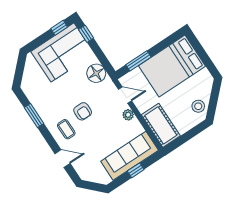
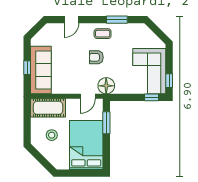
floor lamp: (96, 73) -> (106, 86), moved
stool: (198, 106) -> (52, 135), moved
plant: (128, 115) -> (72, 89), removed
coffee table: (66, 129) -> (103, 34), moved

